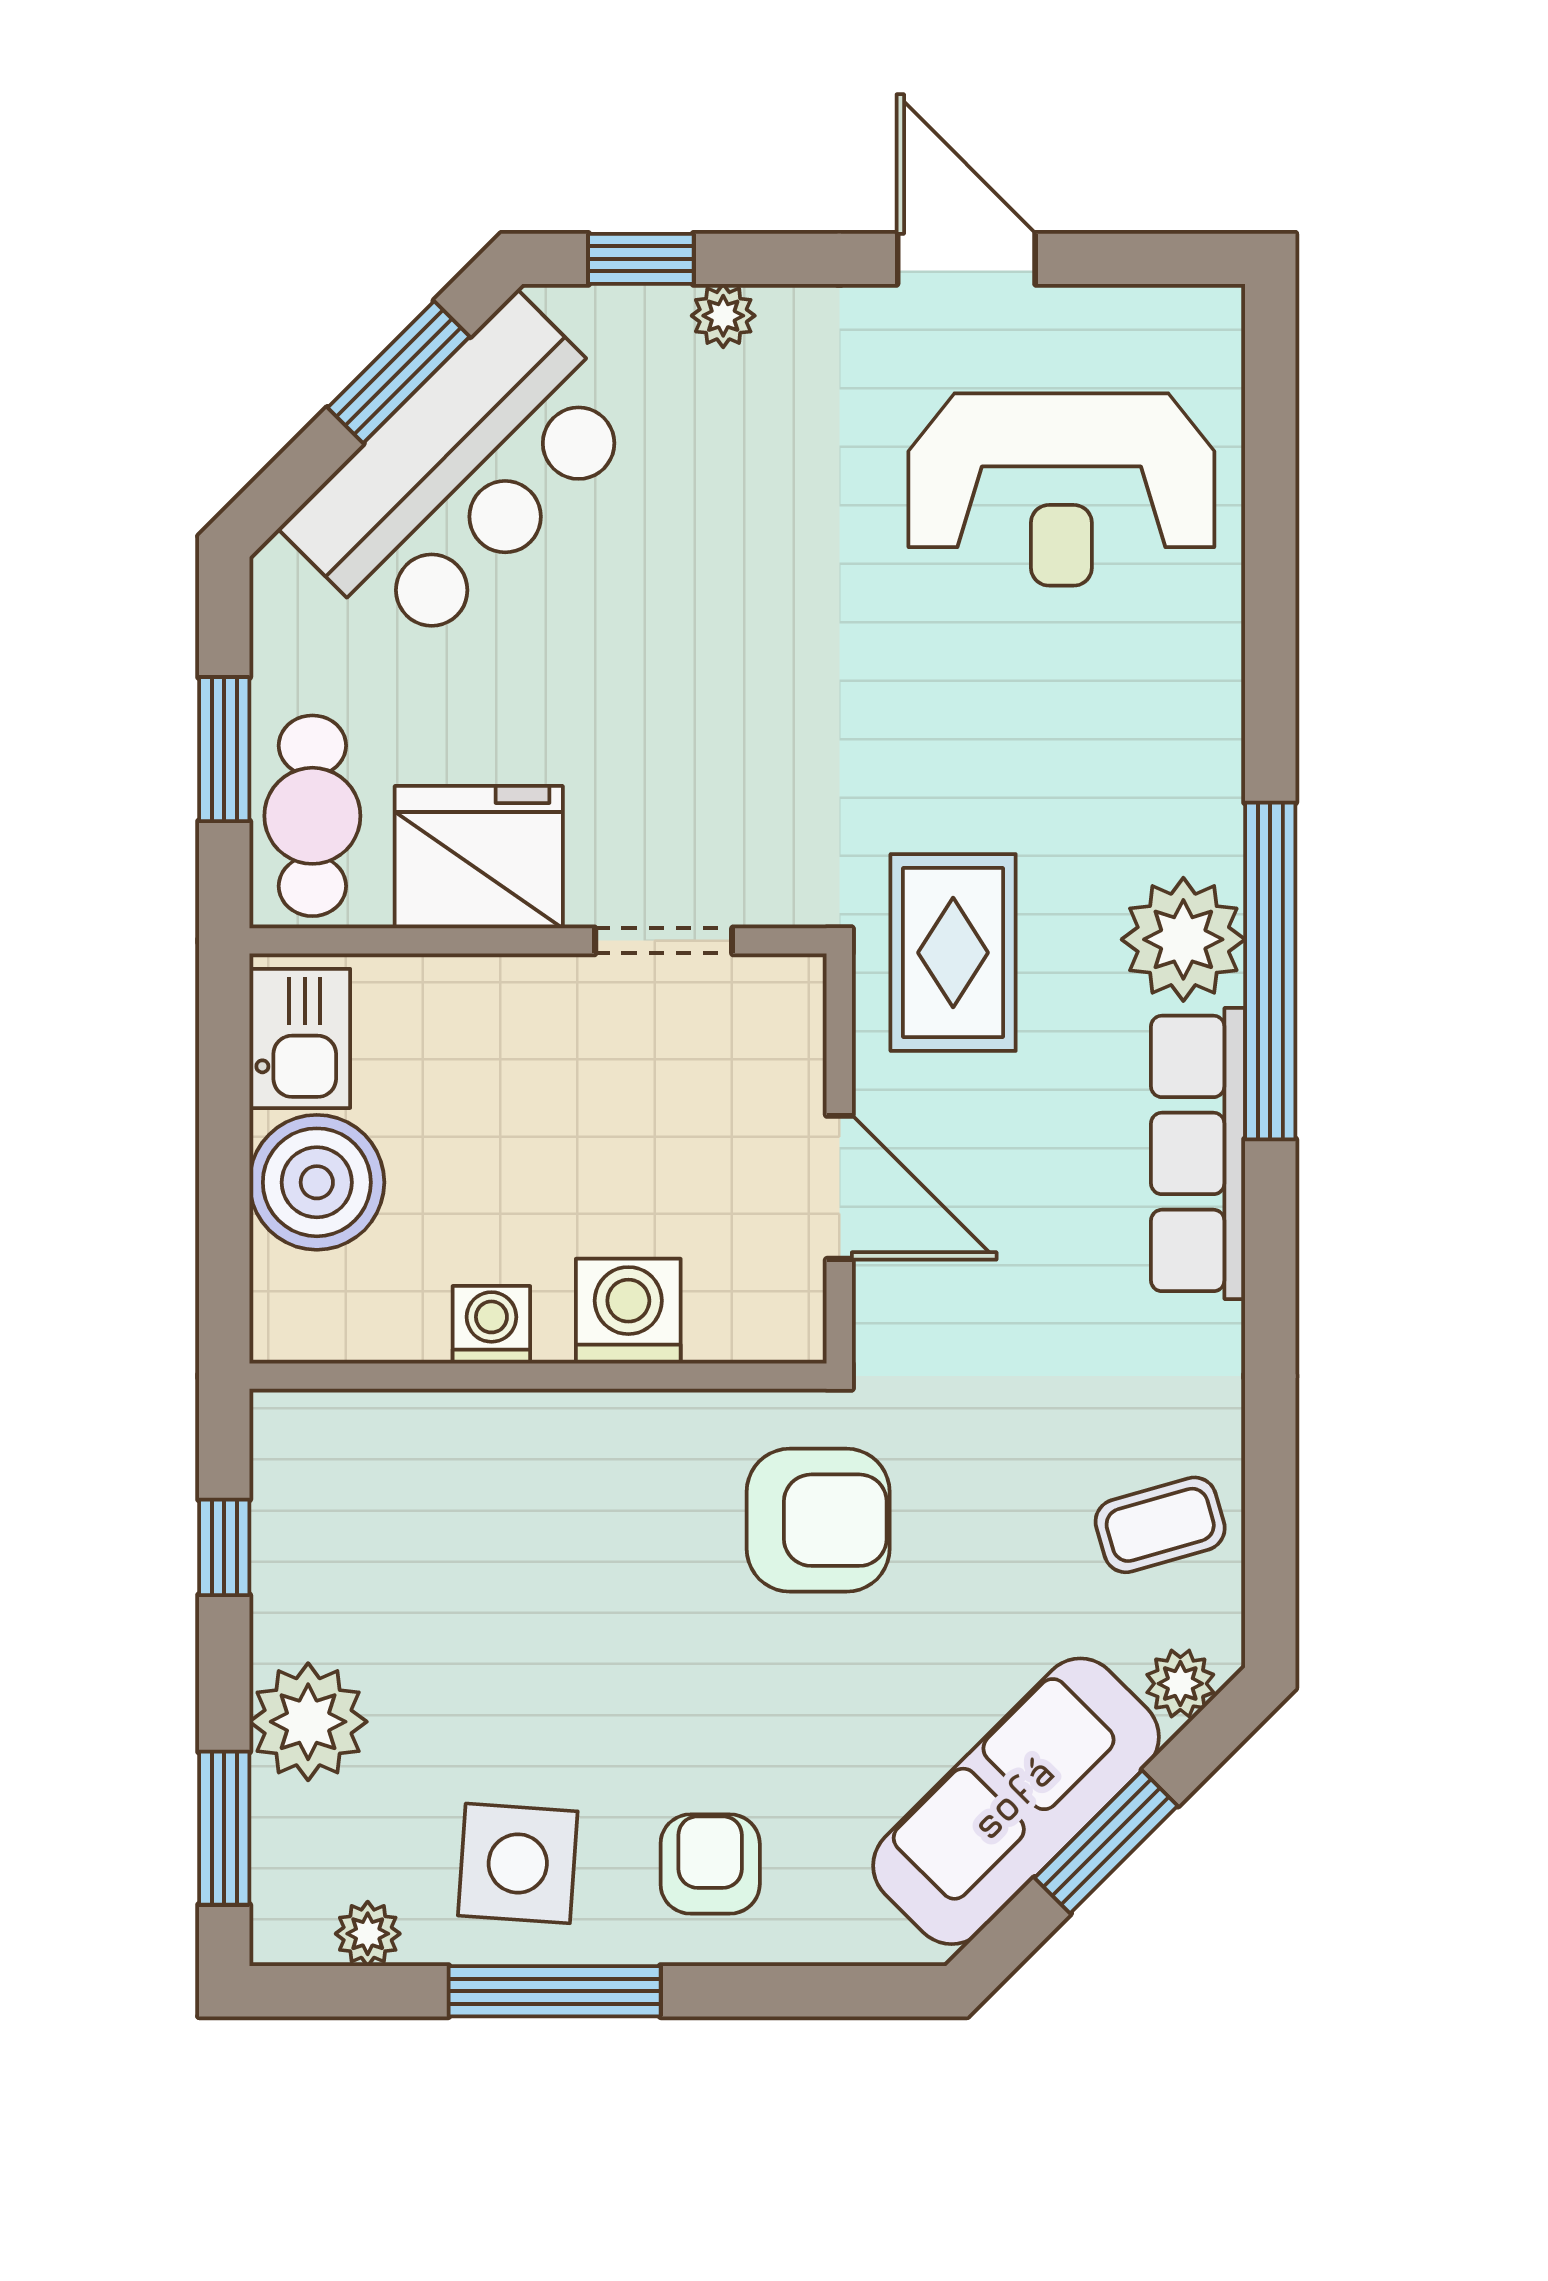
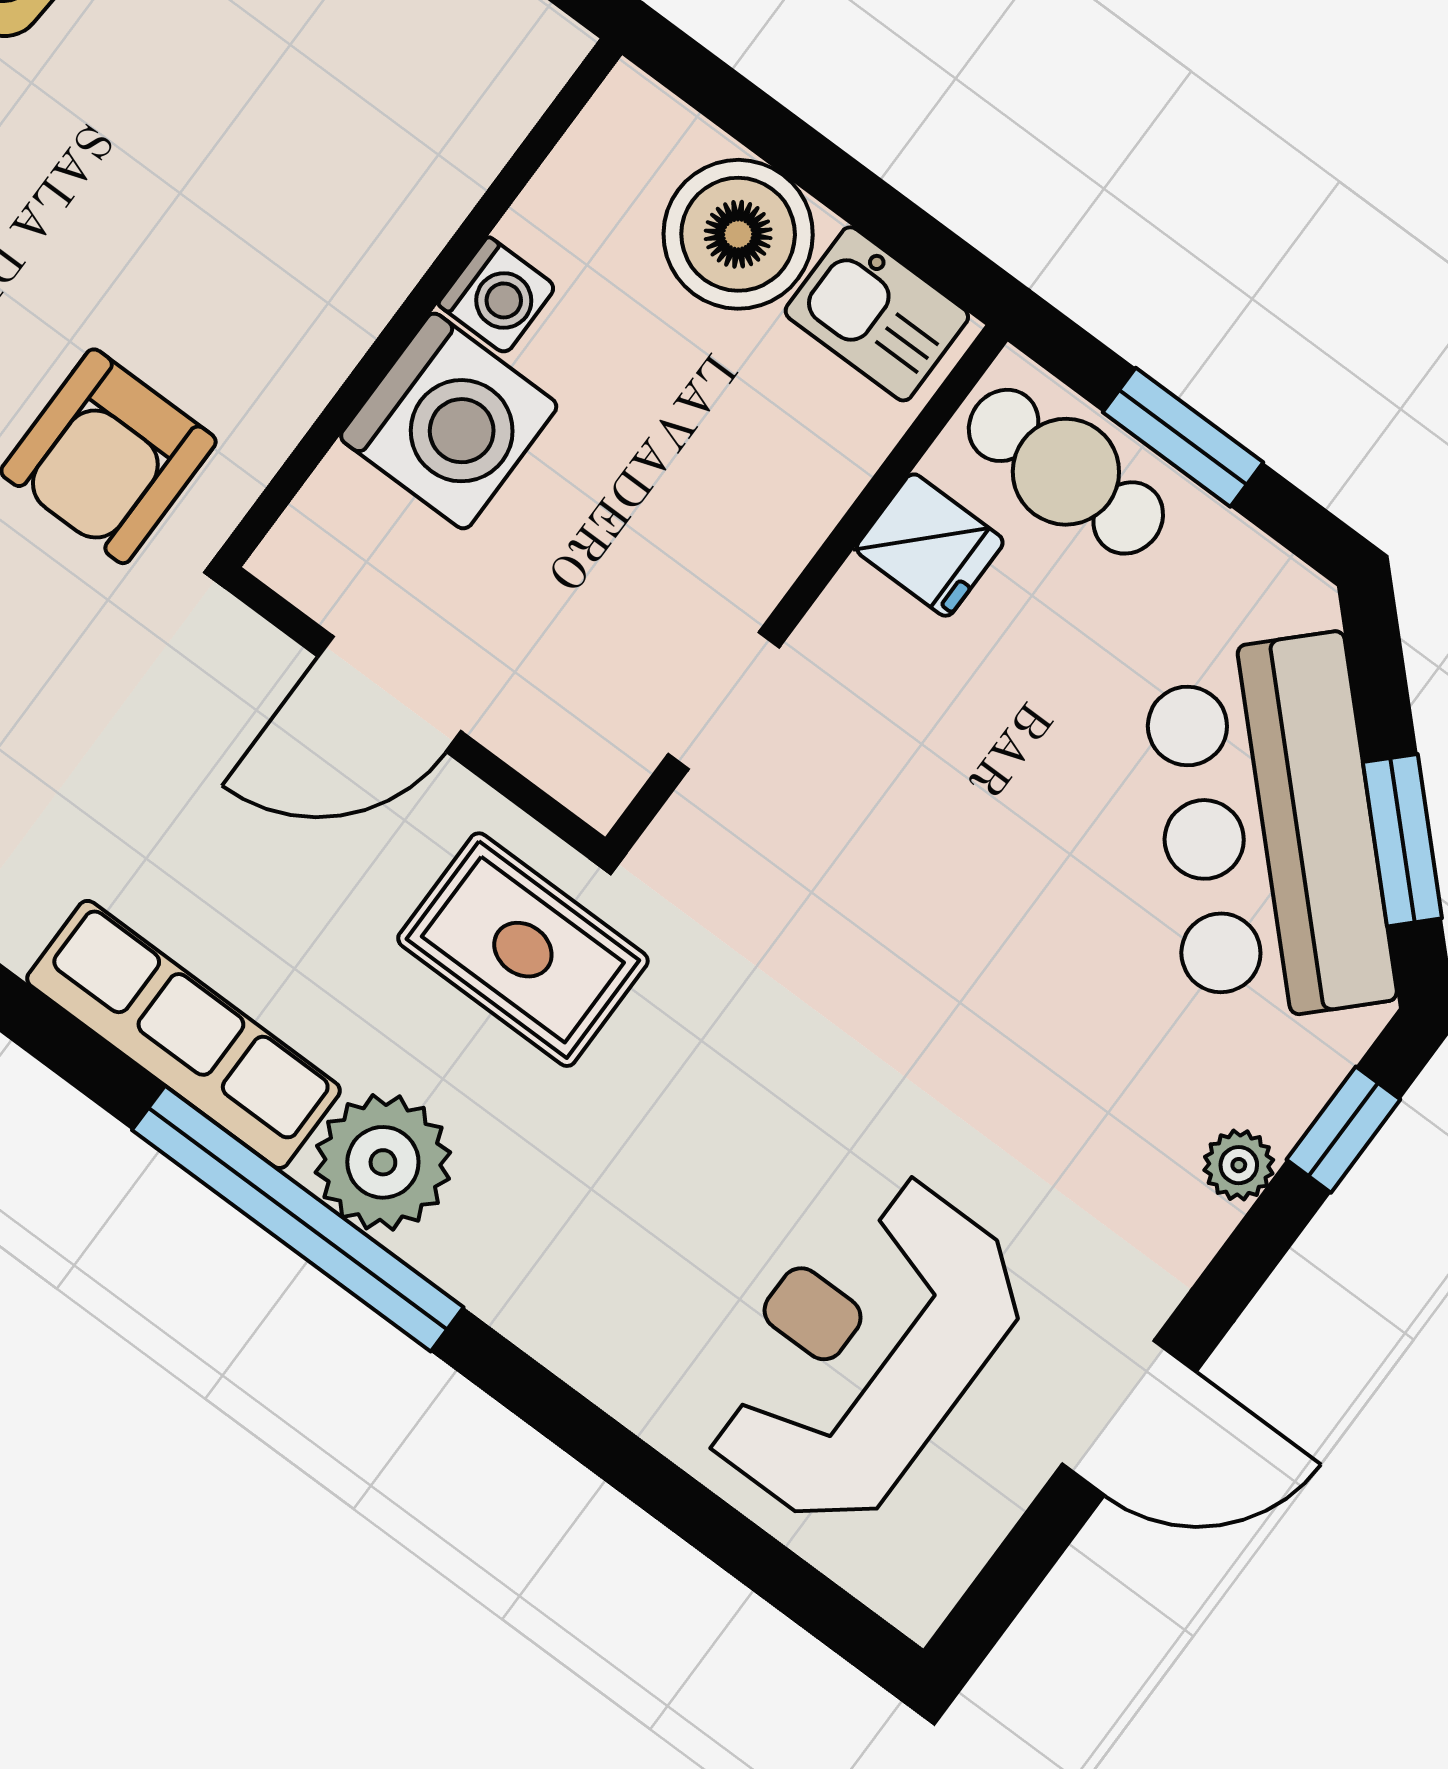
fridge: (479, 857) -> (930, 545), width x0.53, depth x0.75
washing machine: (628, 1311) -> (449, 421), width x1.37, depth x1.37

